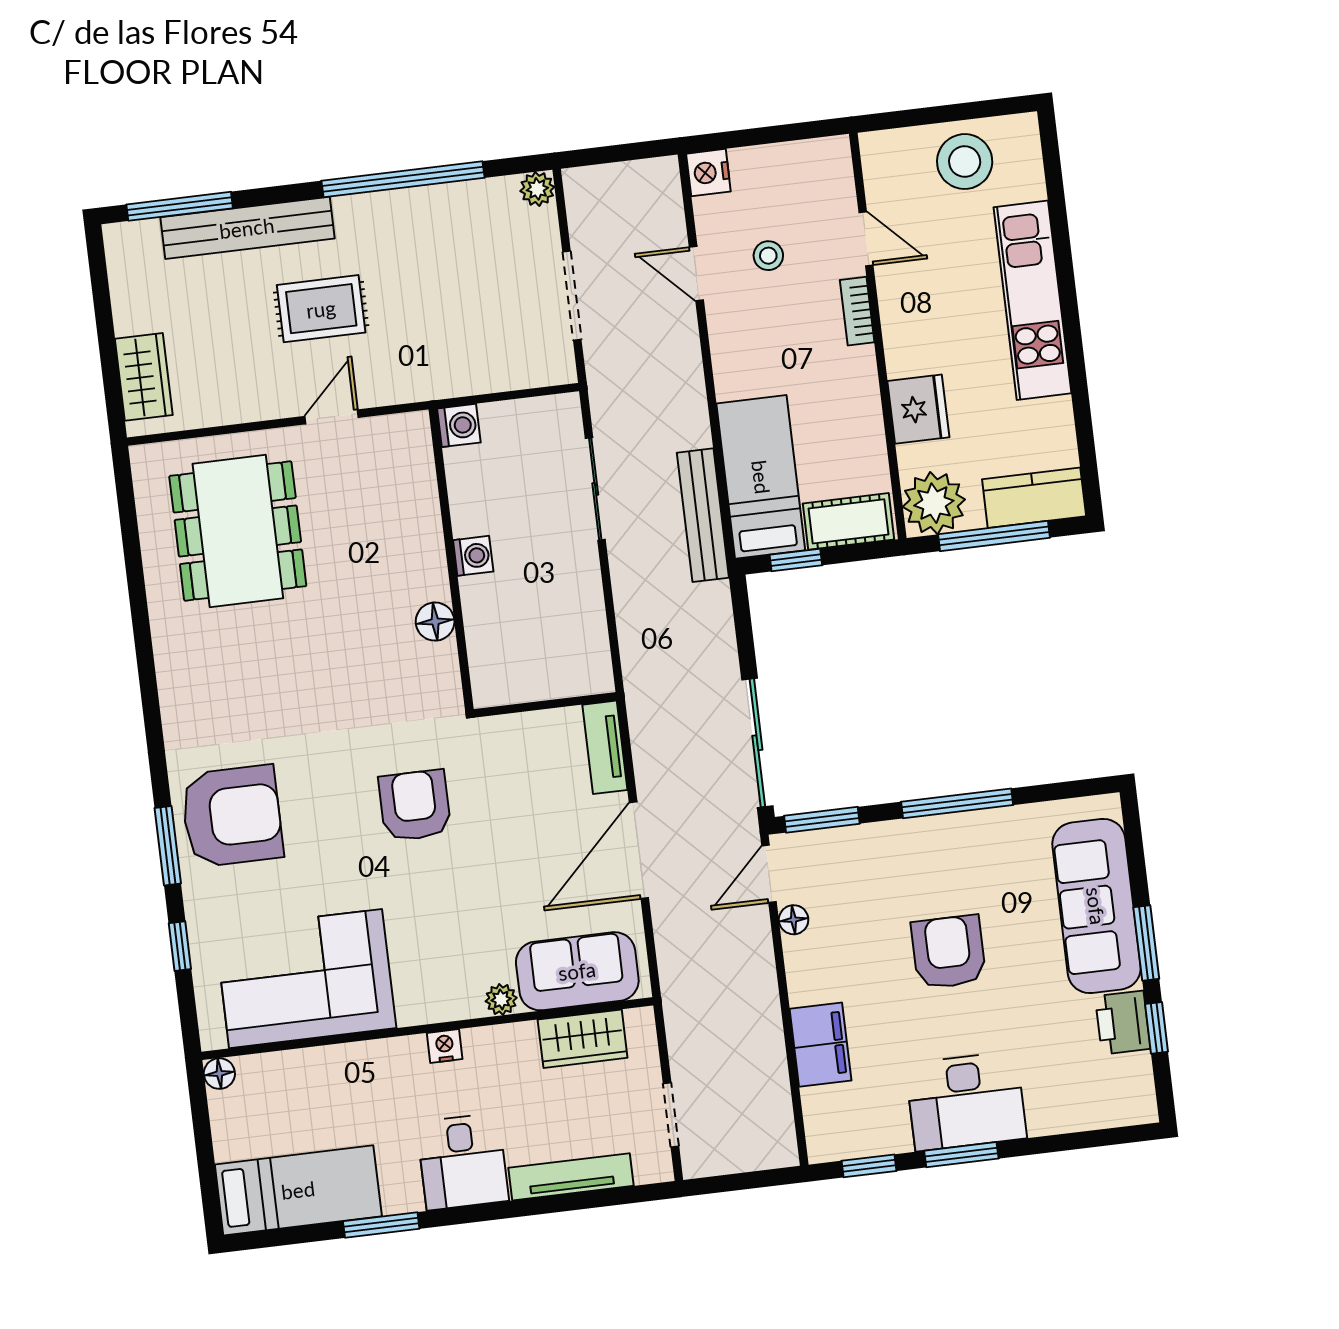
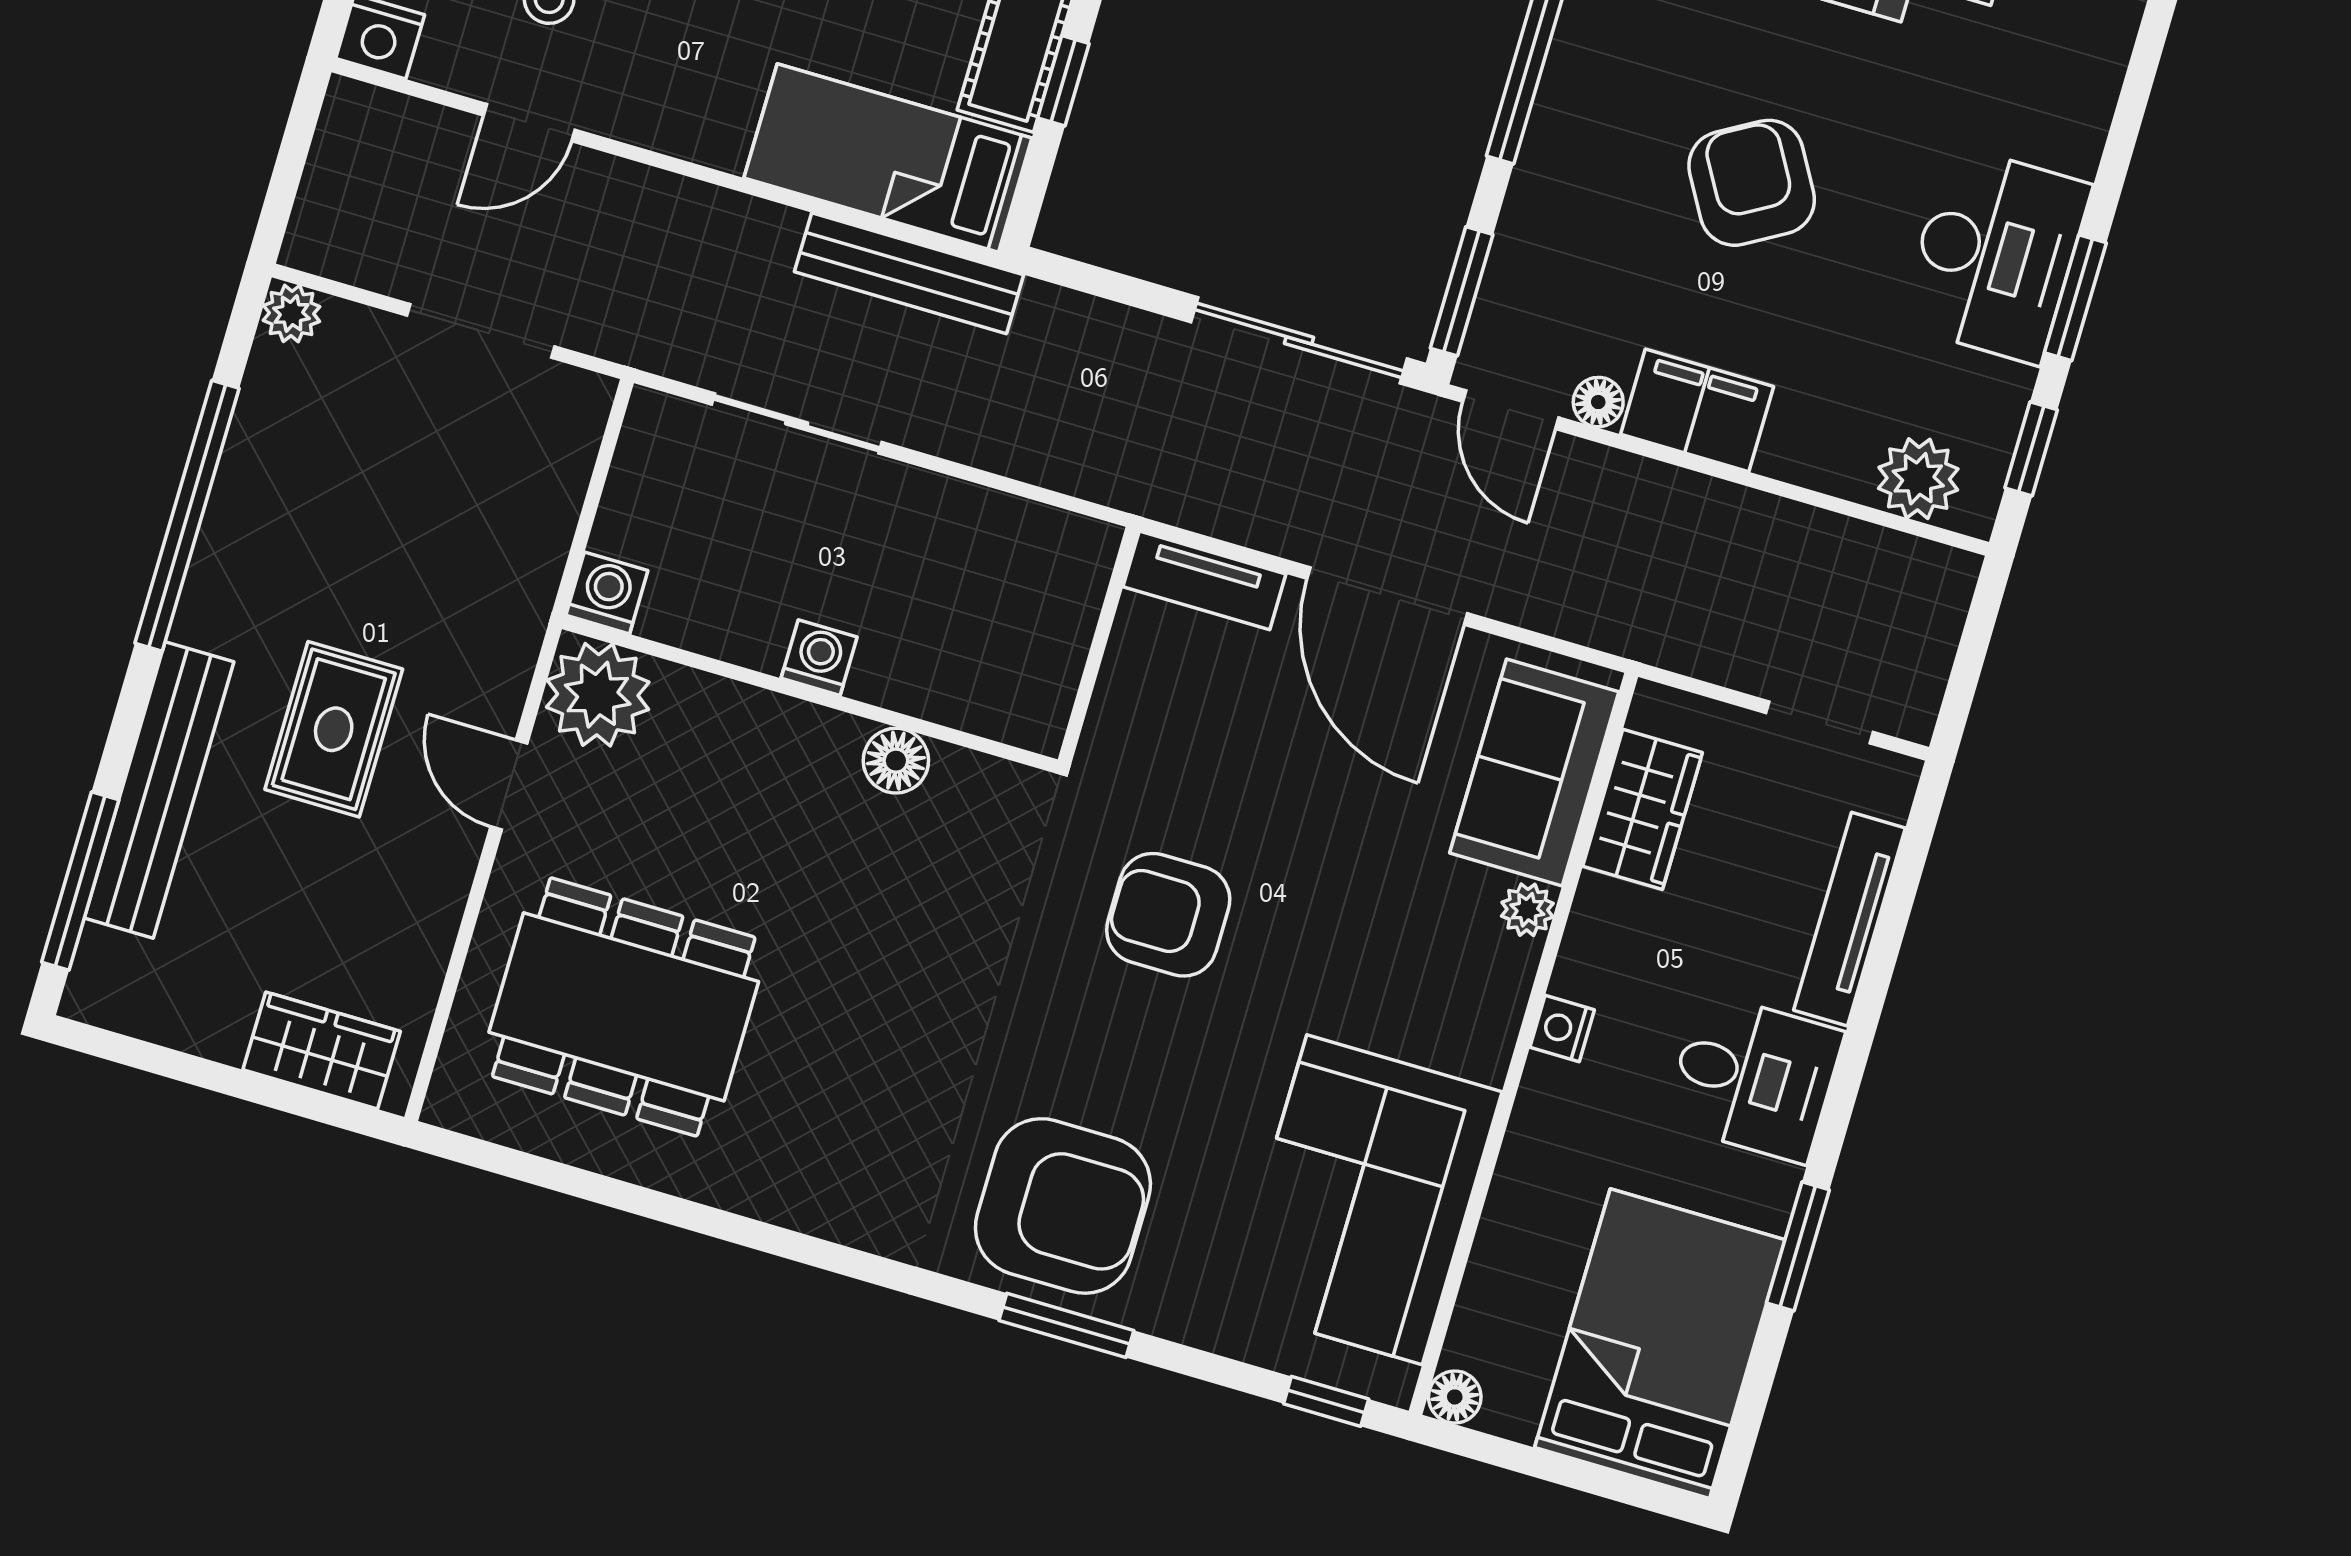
plant: (401, 444) -> (598, 695), added
window: (796, 560) -> (1063, 81), moved
armchair: (232, 816) -> (1063, 1206), turned 90
window: (180, 946) -> (1326, 1401), moved
armchair: (948, 952) -> (1752, 183), turned 60
filing cabinet: (820, 1045) -> (1697, 410), moved
plant: (826, 1112) -> (1918, 479), added
bed: (298, 1190) -> (1660, 1344), width x1.50

